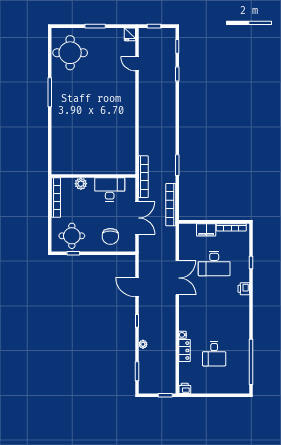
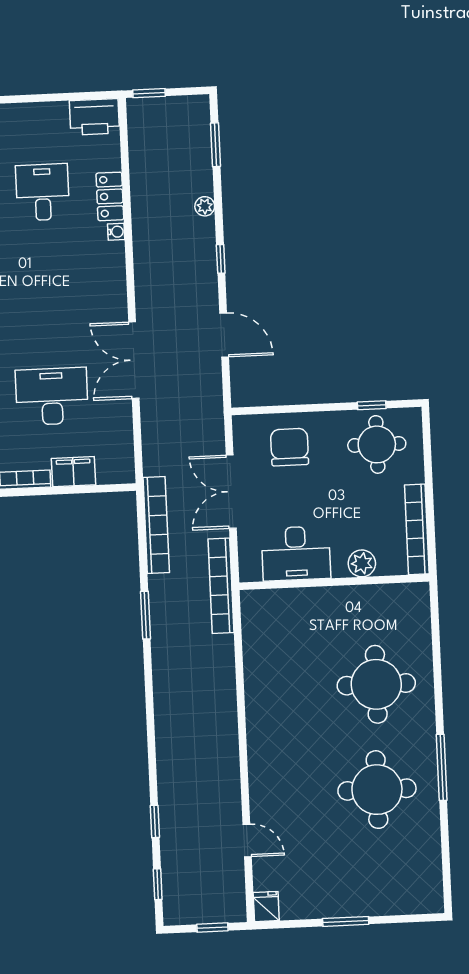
round table: (70, 53) -> (377, 790), moved
round table: (77, 130) -> (376, 684), added
printer: (185, 388) -> (94, 117), width x1.87, depth x1.48

